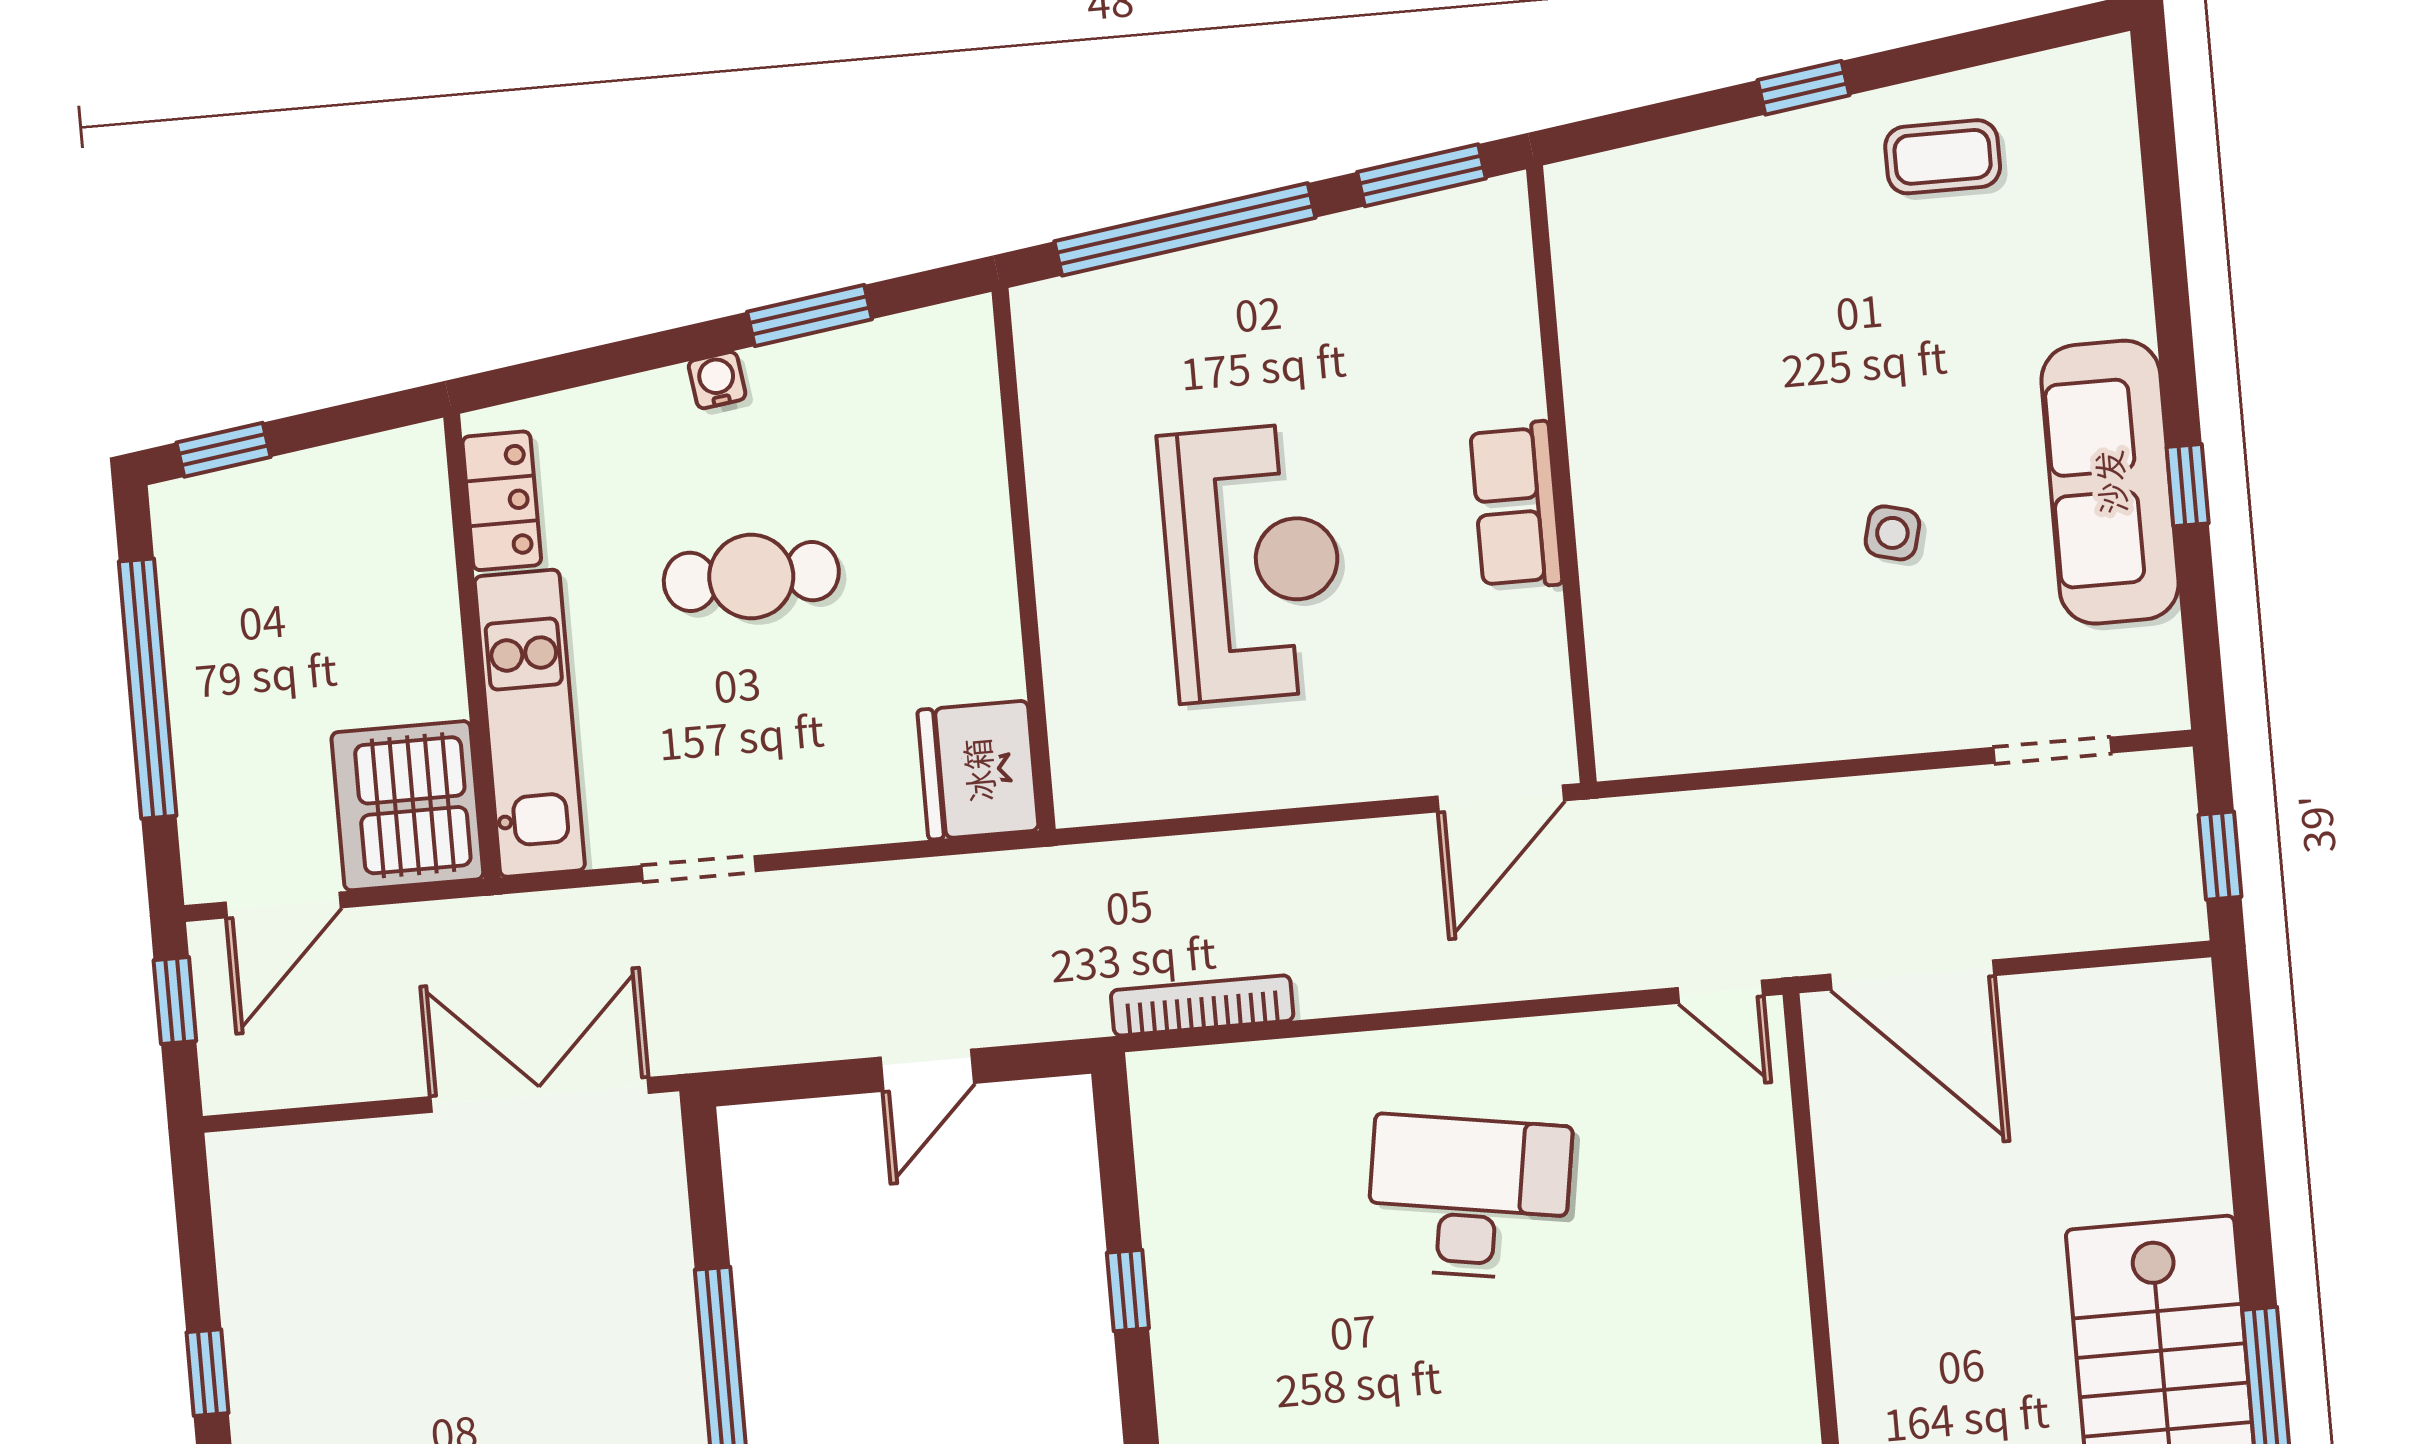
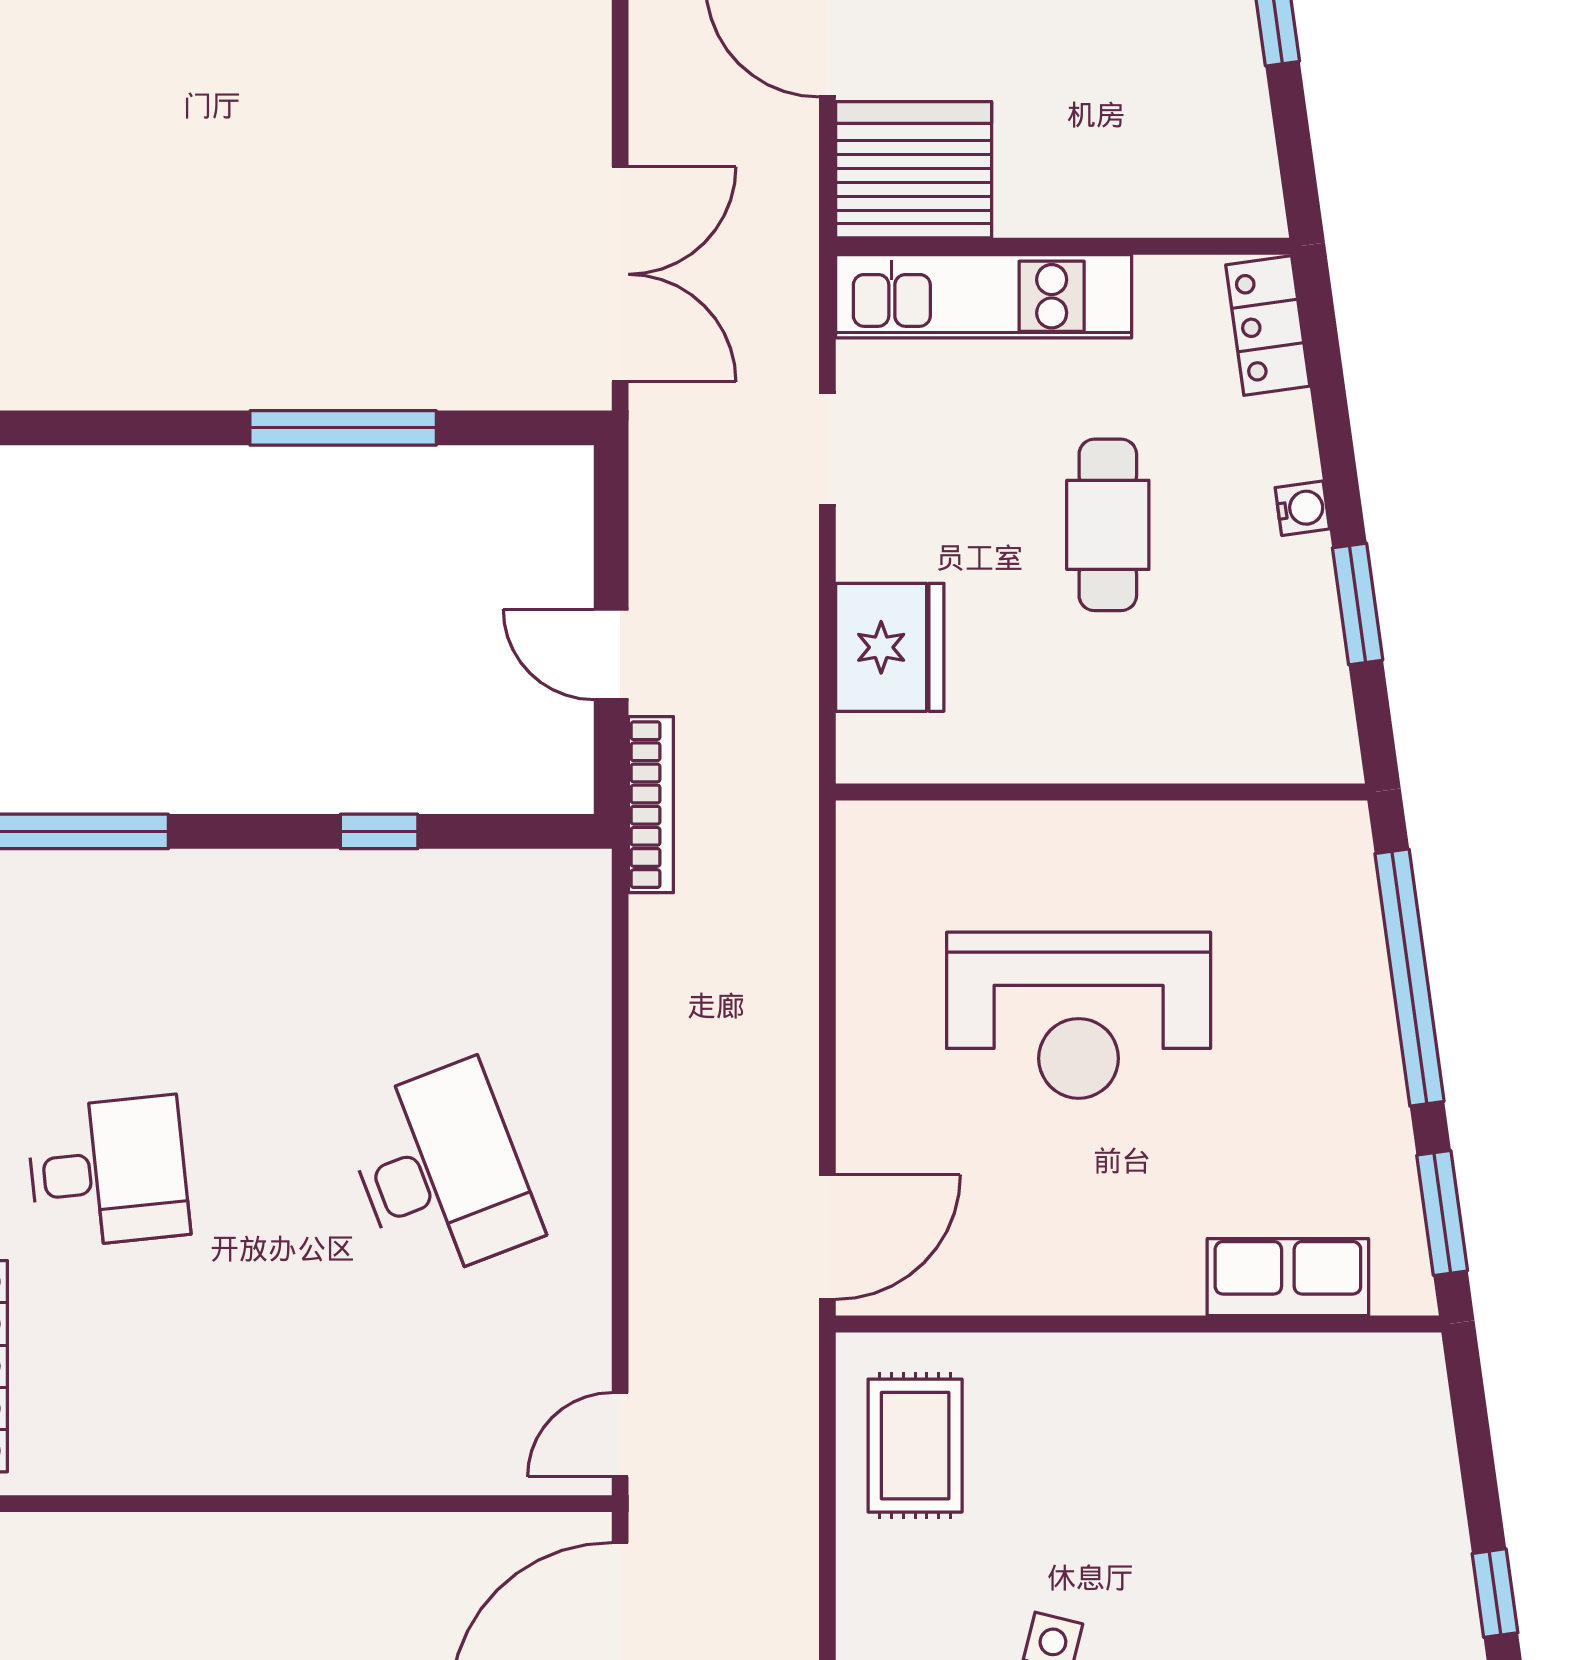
locker: (502, 501) -> (1268, 326), moved, turned 82
row of seats: (1516, 506) -> (1288, 1277), moved
rug: (1705, 691) -> (915, 1446), added
fridge: (978, 770) -> (890, 647), moved, turned 90
door: (1501, 798) -> (827, 1237), swing flipped
bookcase: (1202, 1005) -> (651, 805), moved
desk: (1469, 1197) -> (441, 1172), turned -30

